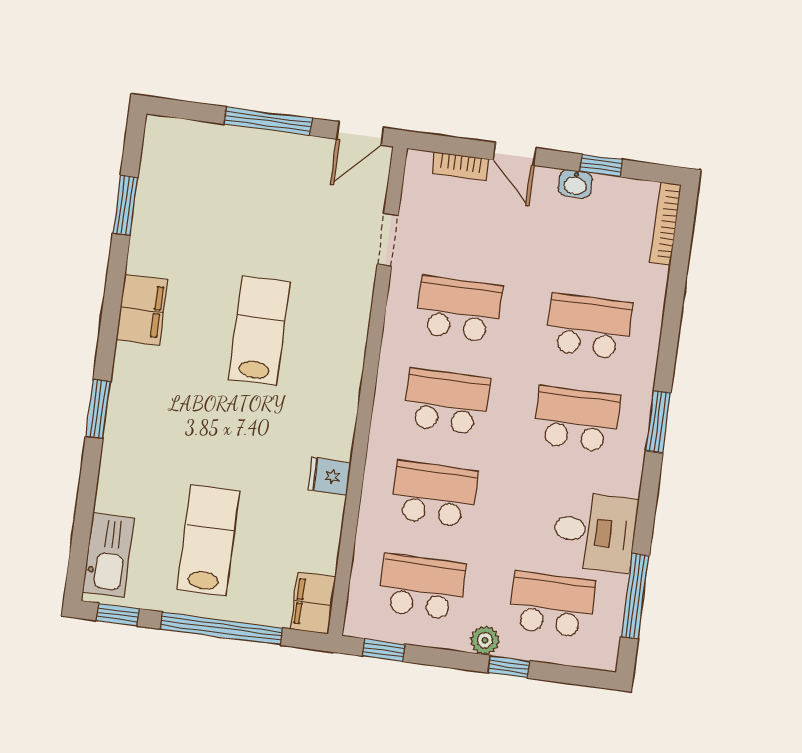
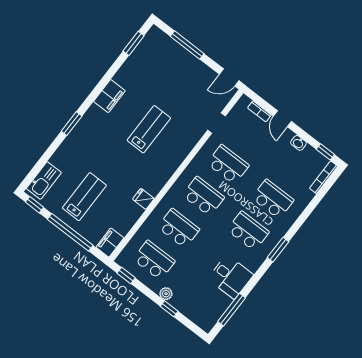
window: (268, 121) -> (187, 45), moved
window: (601, 165) -> (325, 152), moved
window: (125, 205) -> (134, 43), moved
school desk: (552, 604) -> (199, 295), removed

